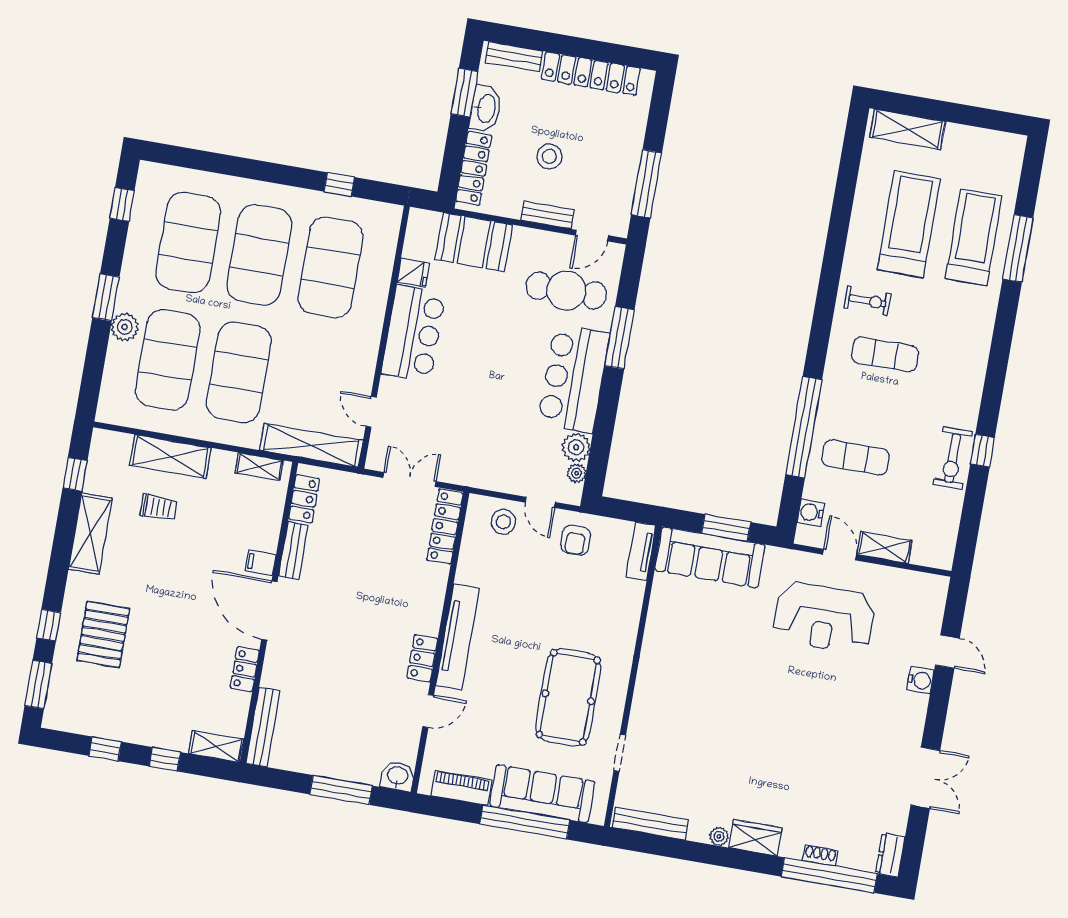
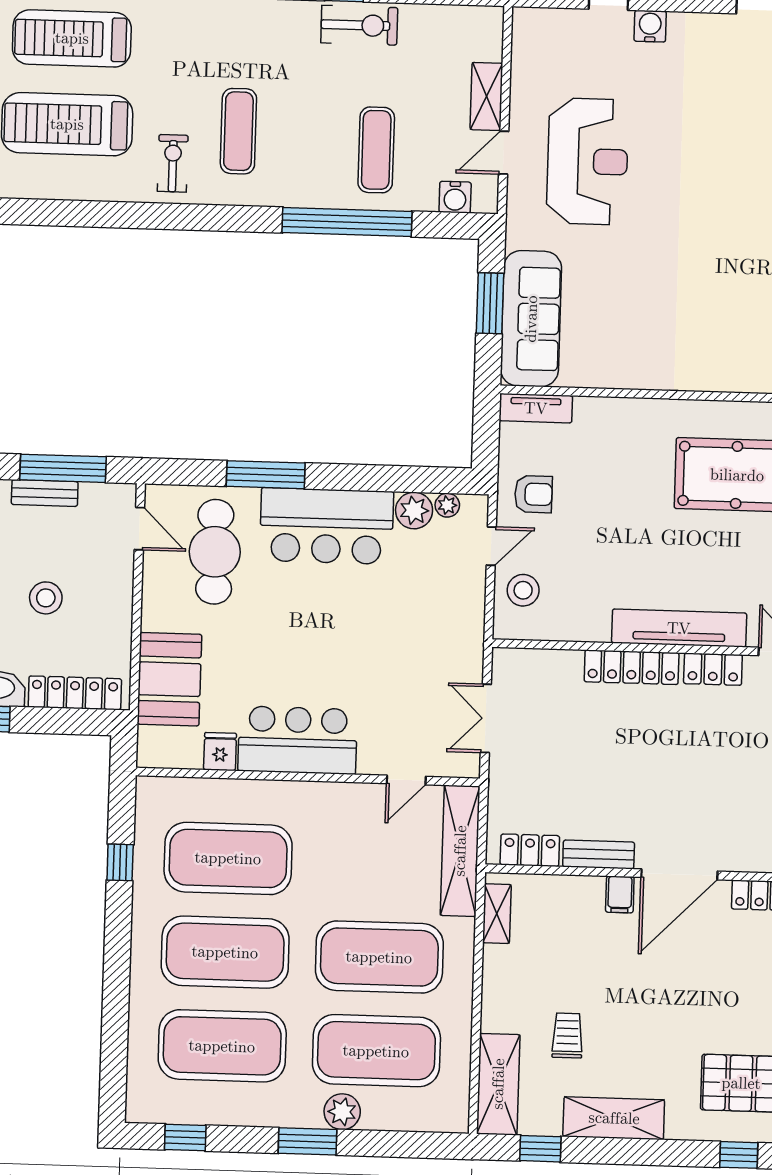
bench: (547, 215) -> (45, 493), moved, turned 90
shelving: (170, 456) -> (498, 1084), moved
locker: (445, 527) -> (632, 667), moved

